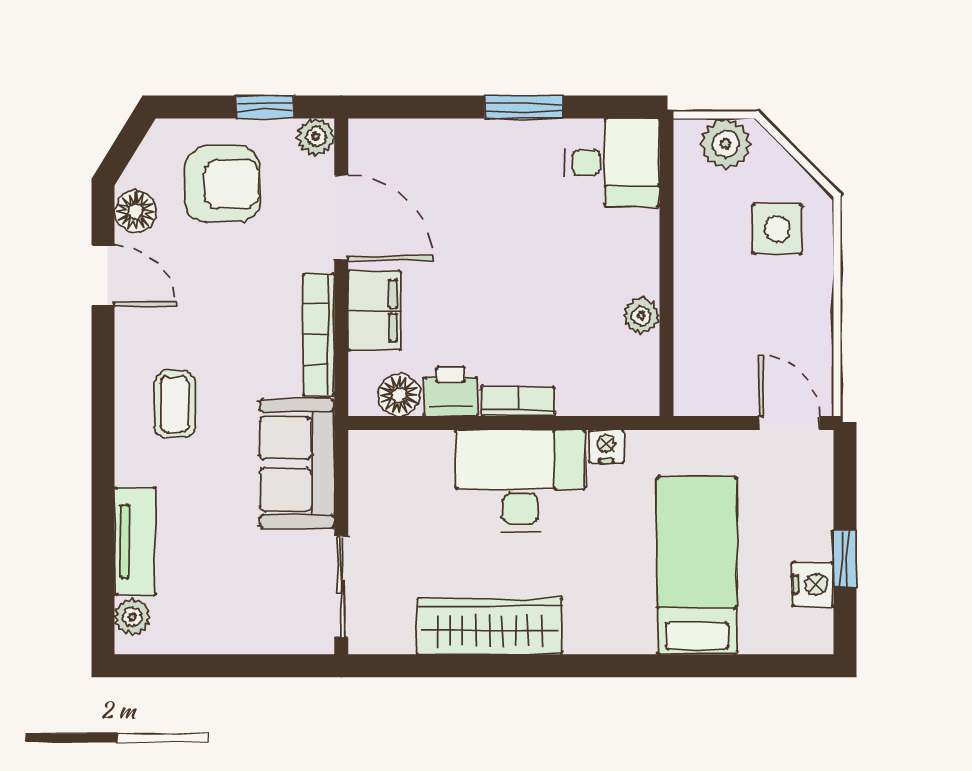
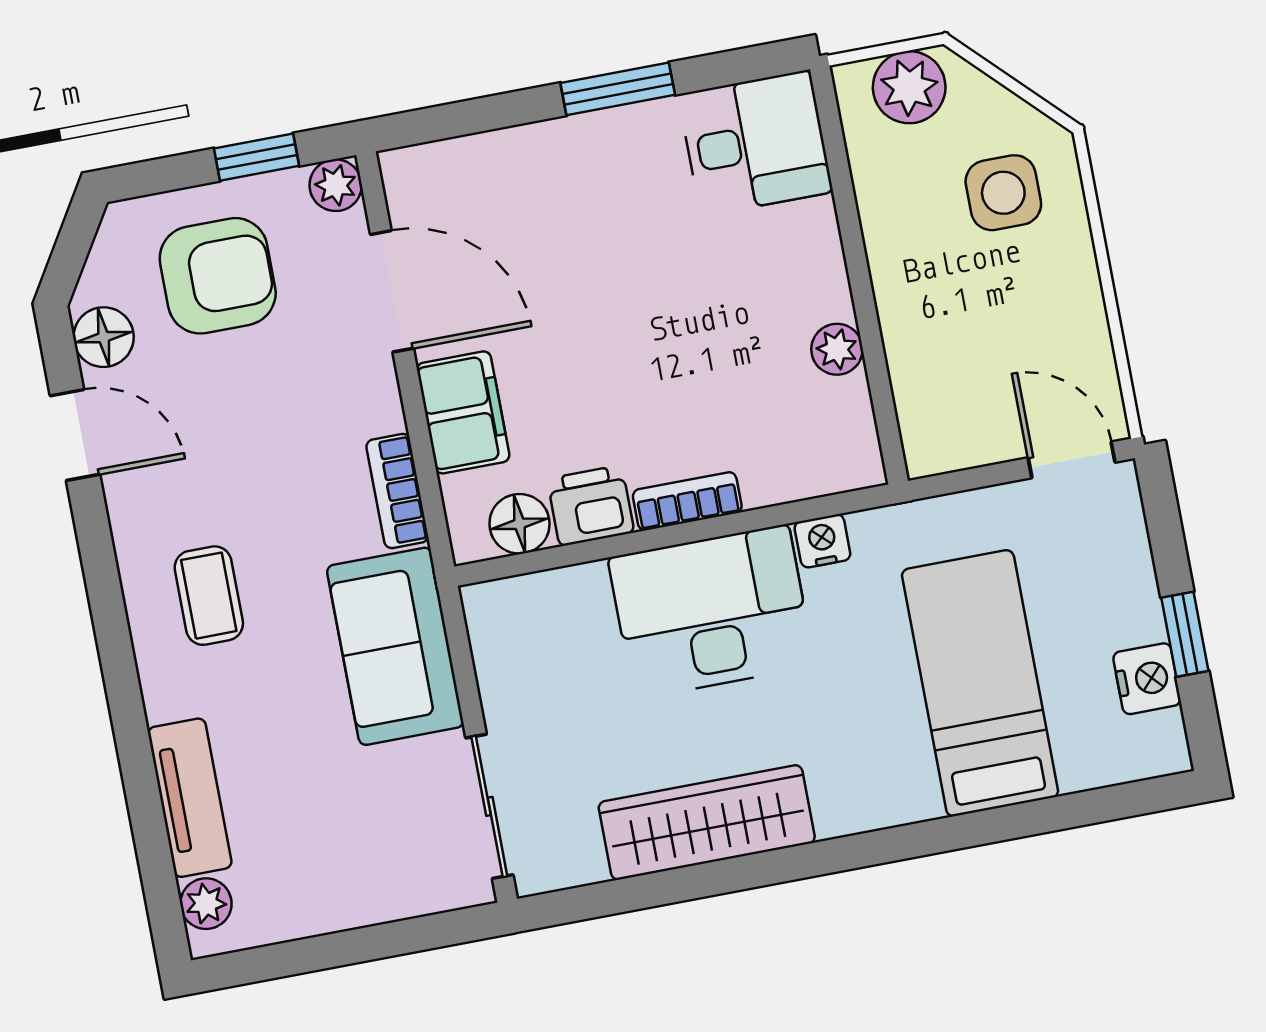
bookcase: (319, 334) -> (397, 491), width x0.64

